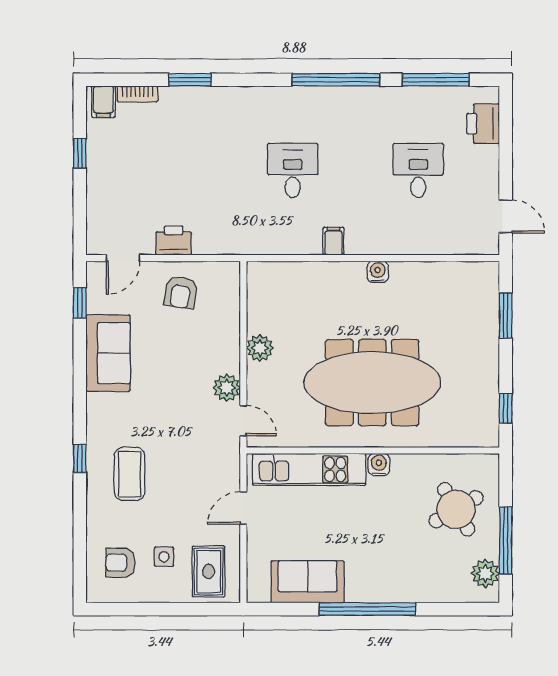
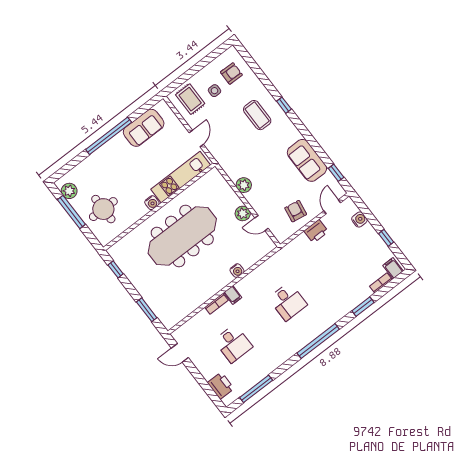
window: (336, 80) -> (318, 341), moved
water cooler: (98, 209) -> (359, 219), added
filing cabinet: (333, 241) -> (233, 295), moved
bookcase: (398, 247) -> (216, 304), added
water cooler: (378, 272) -> (237, 271), moved
door: (243, 421) -> (262, 223), moved
round table: (456, 509) -> (103, 209), turned 30

